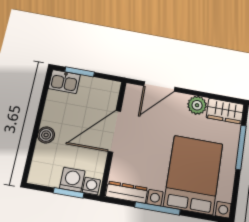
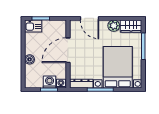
door: (159, 86) -> (89, 18), hinge flipped

